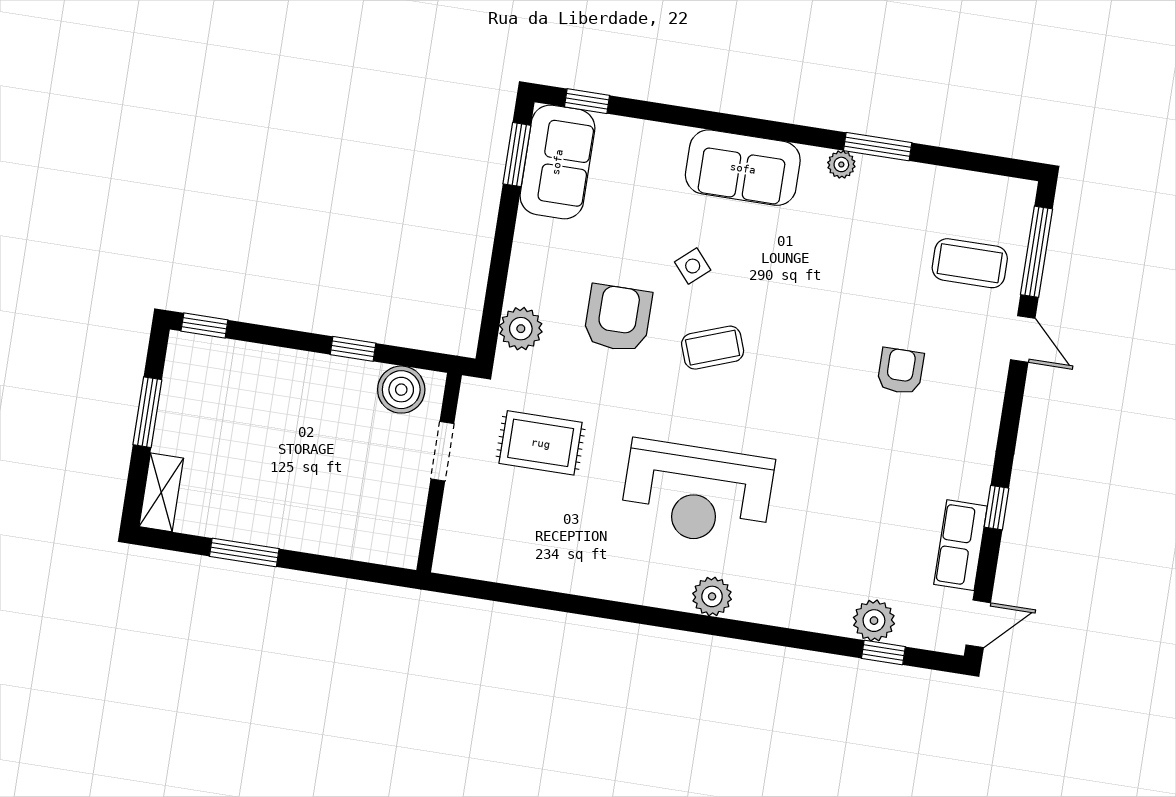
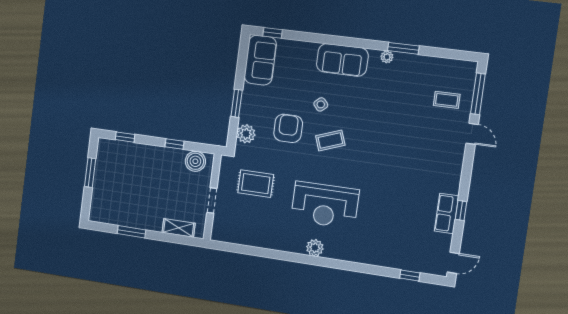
window: (517, 155) -> (237, 103), moved
coffee table: (970, 263) -> (447, 100), width x0.73, depth x0.77
window: (204, 326) -> (125, 137), moved
armchair: (900, 371) -> (416, 149), removed
doorway: (442, 451) -> (212, 201), moved
shelving: (161, 492) -> (179, 228), moved, turned 90
row of seats: (960, 545) -> (447, 213), moved
plant: (712, 596) -> (315, 248), moved
plant: (874, 621) -> (405, 261), removed

